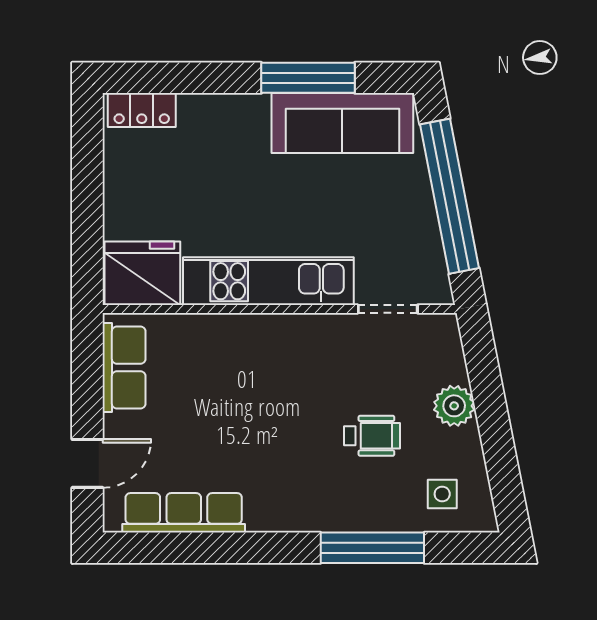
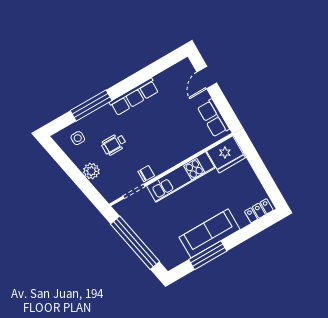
sofa: (342, 123) -> (210, 233), moved
chair: (339, 332) -> (146, 174), added
row of seats: (184, 513) -> (134, 97), moved

